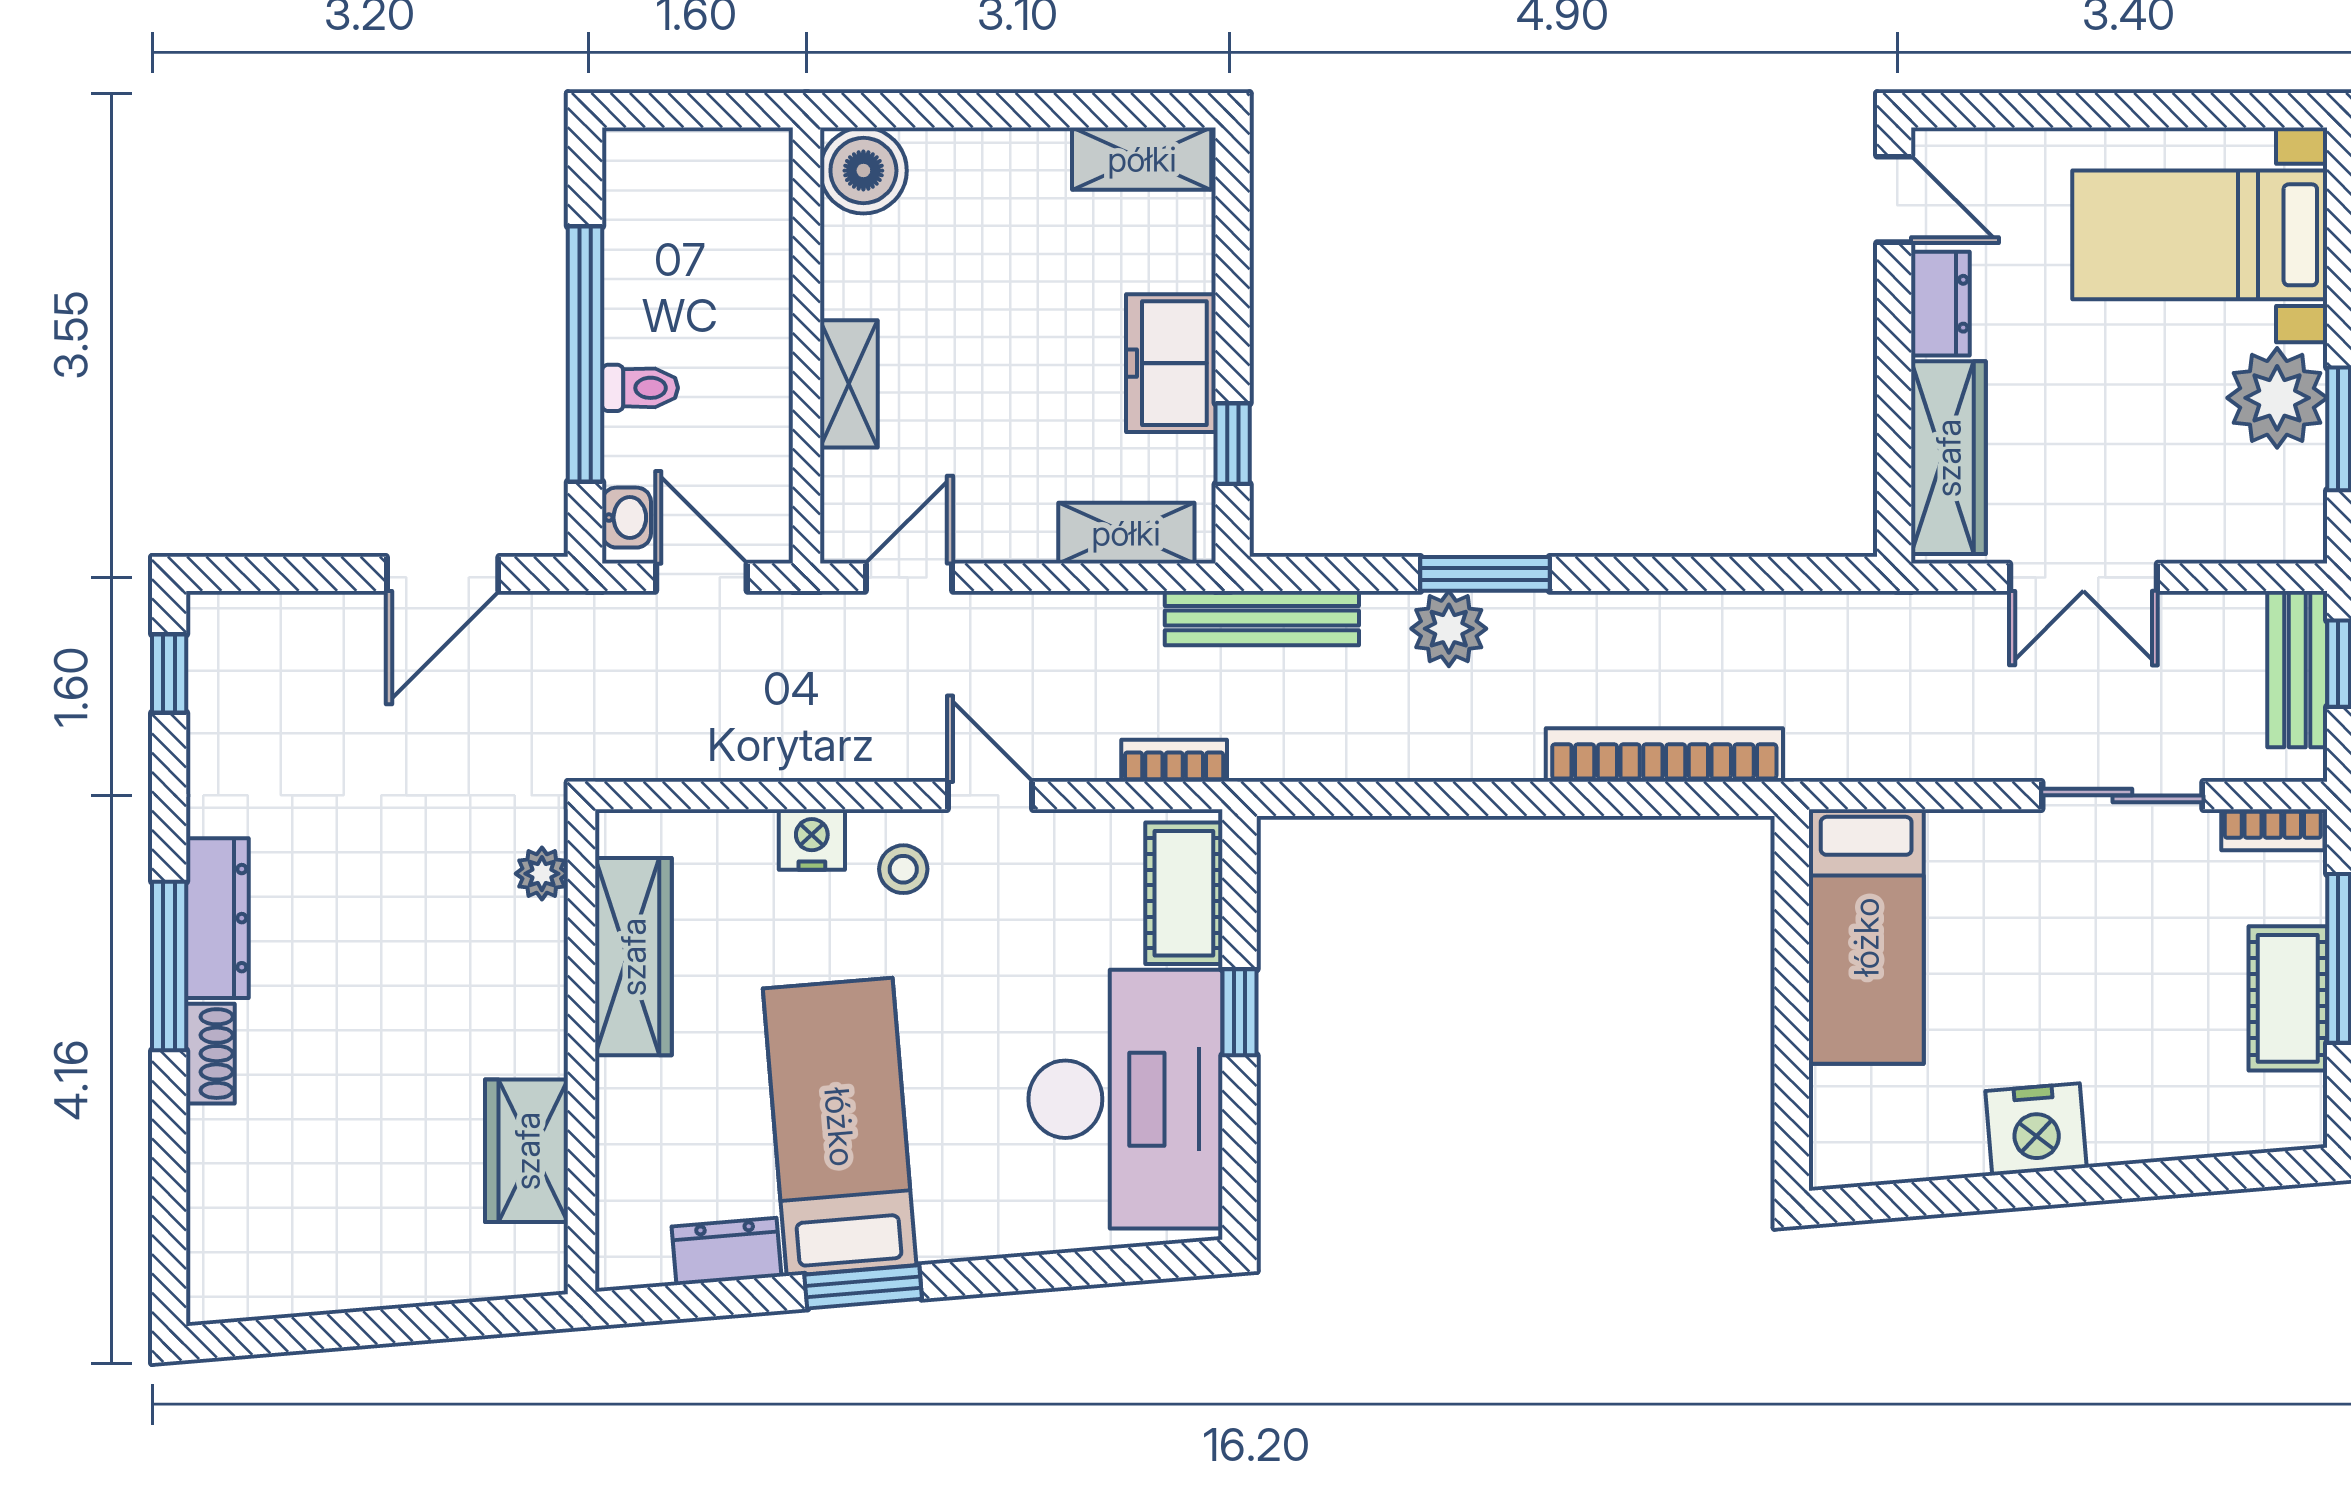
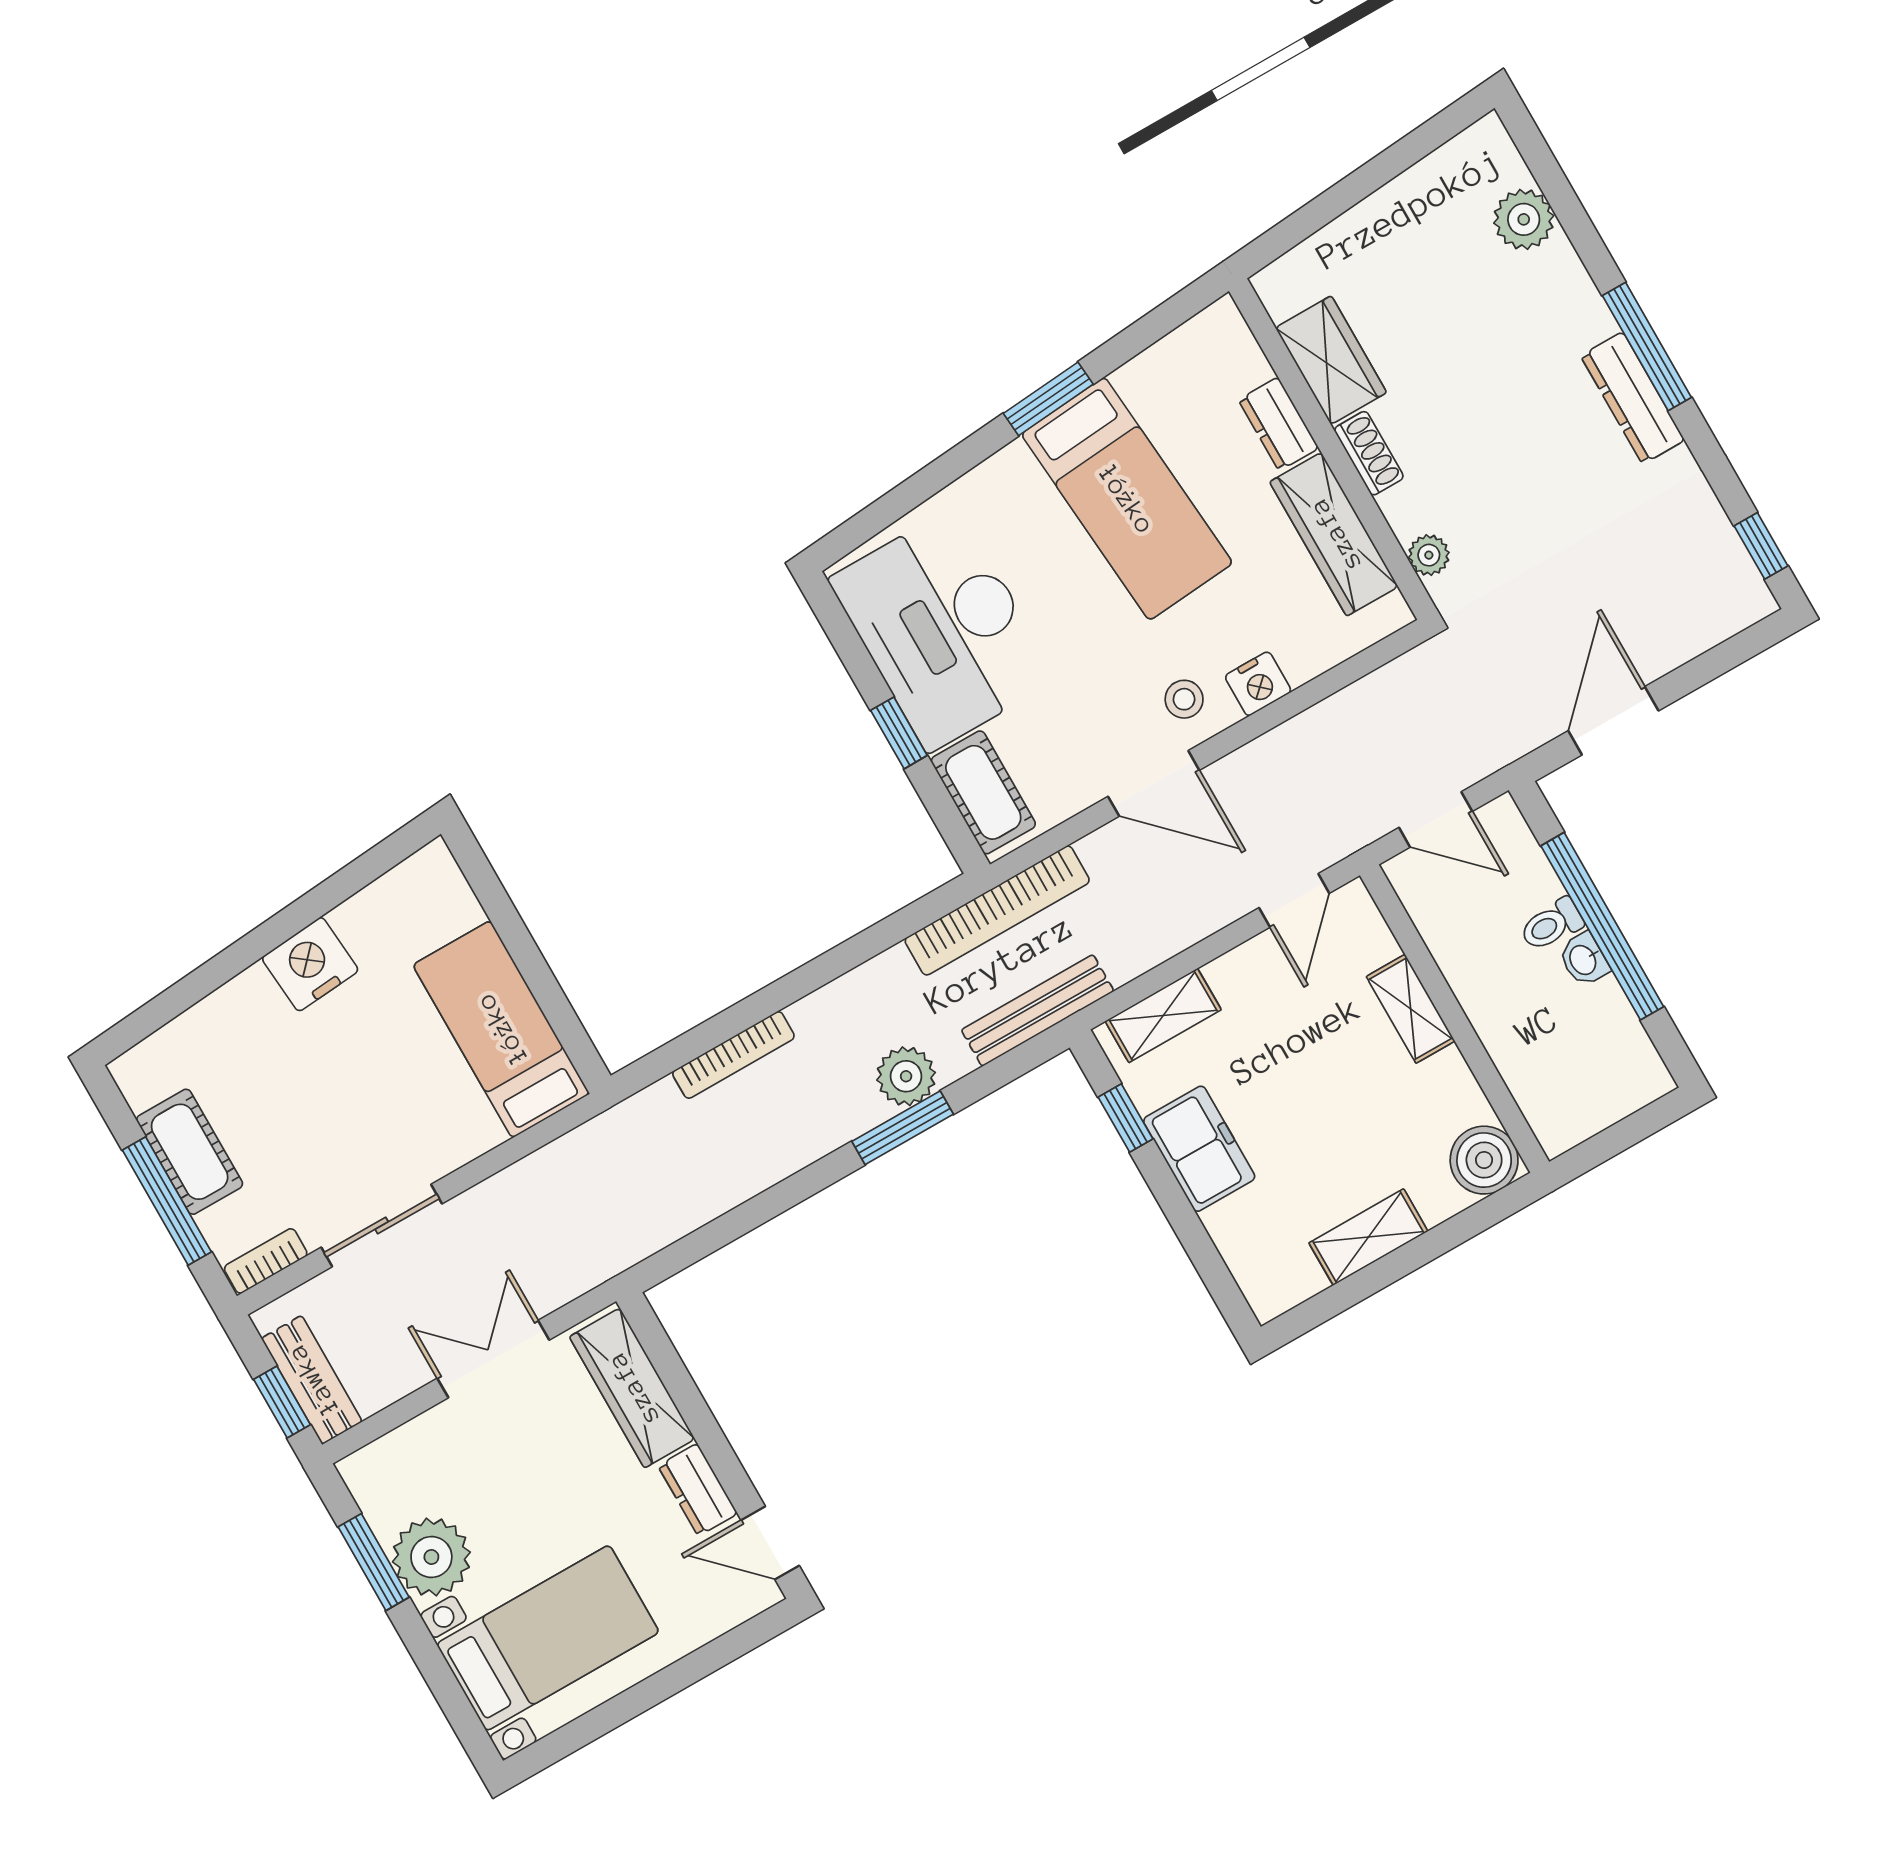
shelving: (1142, 159) -> (1368, 1237), moved
washbasin: (626, 518) -> (1584, 959), moved
bookcase: (1664, 755) -> (733, 1055), width x0.68, depth x0.76
bookcase: (1174, 761) -> (997, 910), width x2.31, depth x1.31
door: (990, 795) -> (1154, 783), width x1.38
shoe rack: (210, 1054) -> (1369, 453), moved, turned 180
plant: (225, 1184) -> (1524, 219), added
dresser: (727, 1251) -> (1279, 424), moved, turned 95

